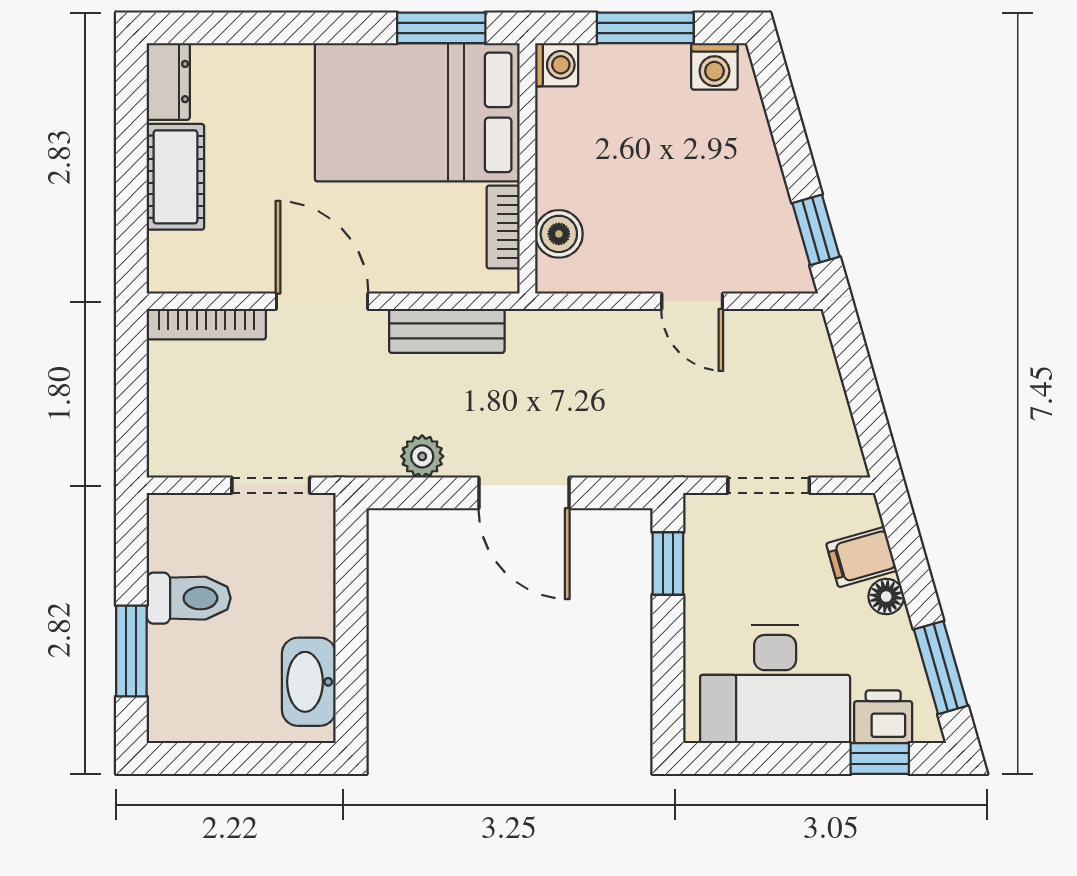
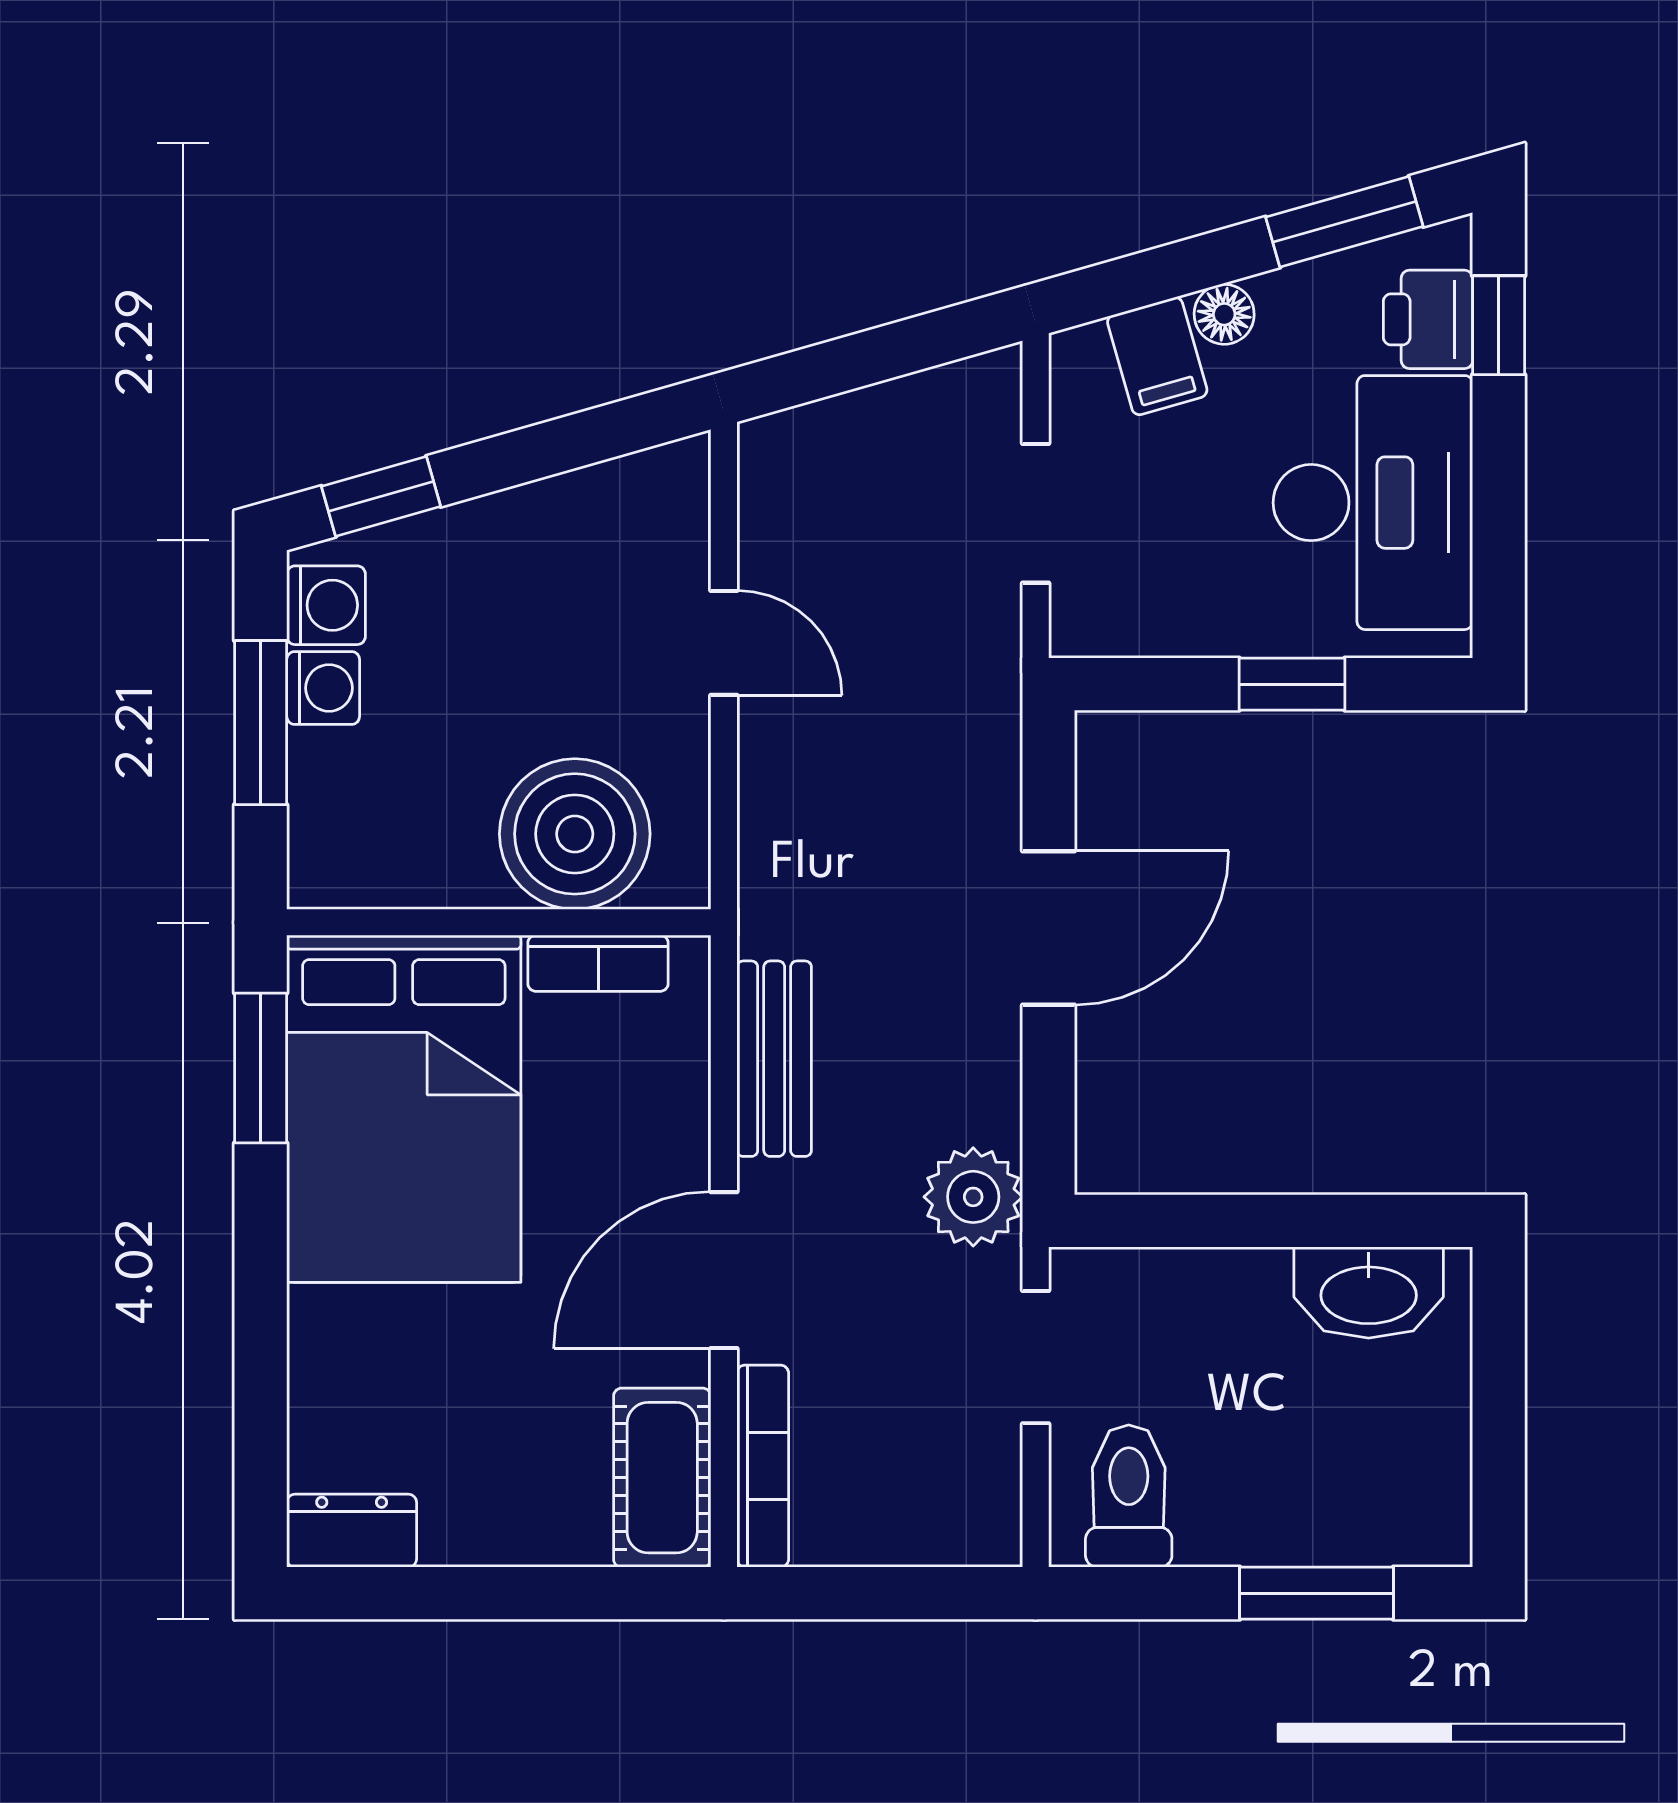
washing machine: (557, 65) -> (323, 688), moved, turned 90
cot: (175, 177) -> (662, 1478), moved, turned 90
window: (816, 230) -> (381, 496), moved
boiler: (559, 234) -> (575, 834), width x1.86, depth x1.86
door: (692, 301) -> (724, 643), hinge flipped
plant: (422, 456) -> (973, 1197), moved, width x1.38, depth x1.38
window: (668, 563) -> (1292, 684), moved
toilet: (189, 598) -> (1129, 1496), moved

